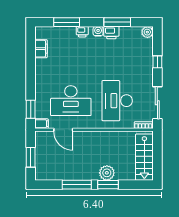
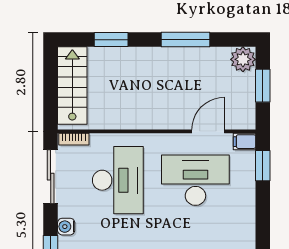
water cooler: (148, 73) -> (66, 227), added
door: (63, 130) -> (208, 131), hinge flipped
plant: (107, 173) -> (243, 59), moved
window: (108, 185) -> (111, 40), moved

